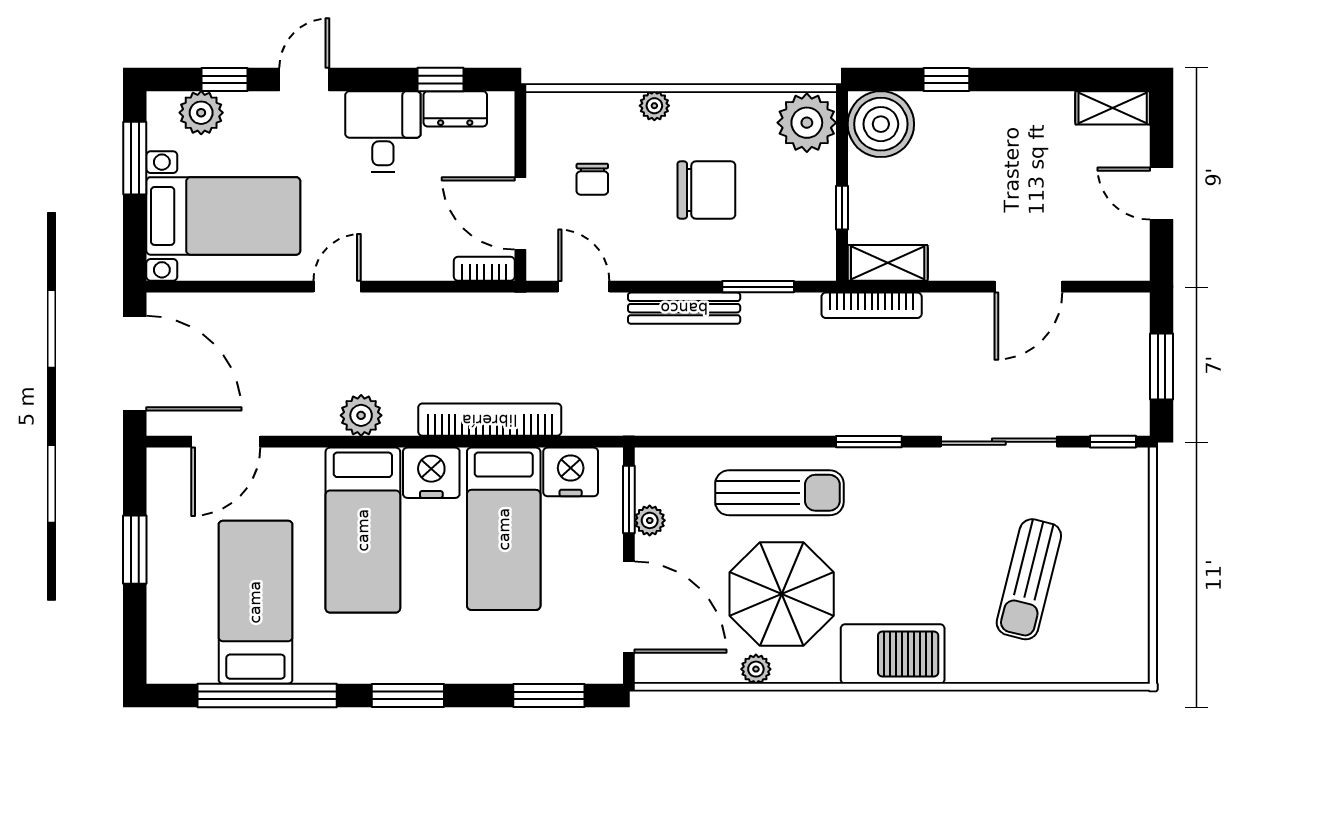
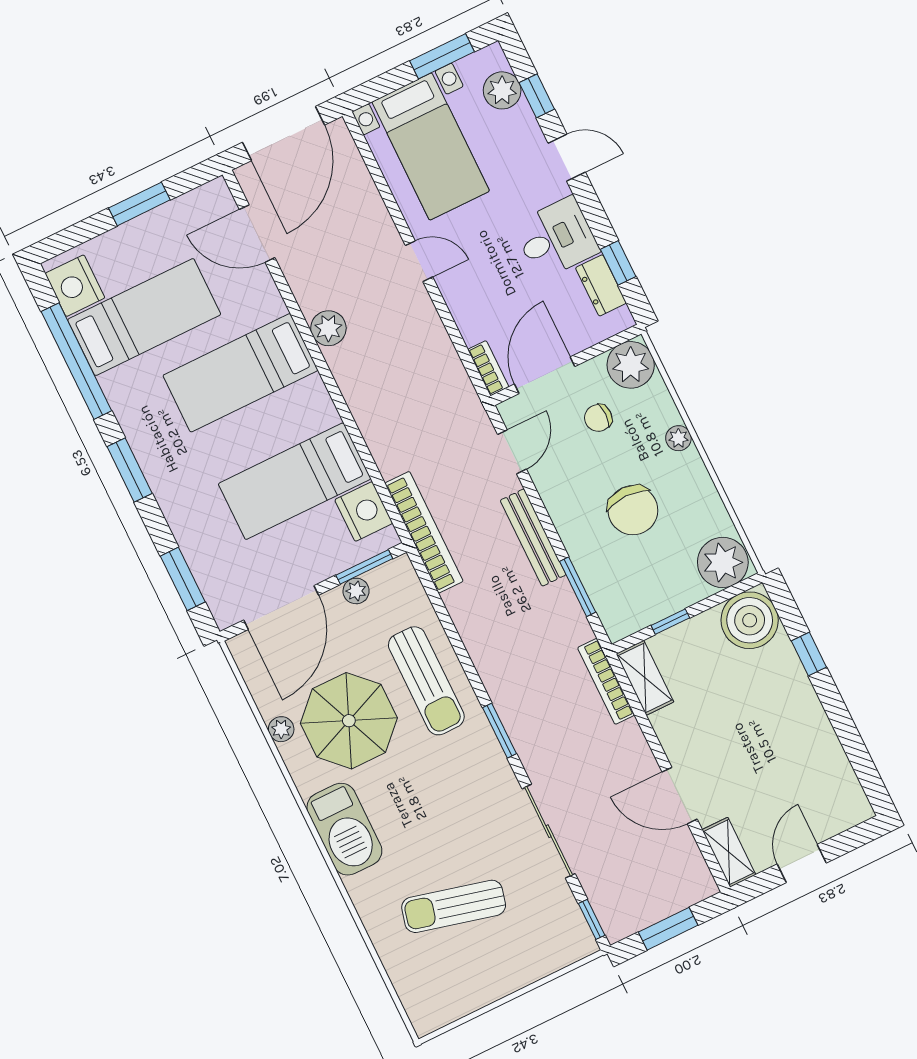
shelving: (1113, 108) -> (729, 852), moved
plant: (553, 118) -> (631, 365), added
bookcase: (490, 420) -> (424, 532), moved
nightstand: (431, 473) -> (75, 286), moved, turned 180

